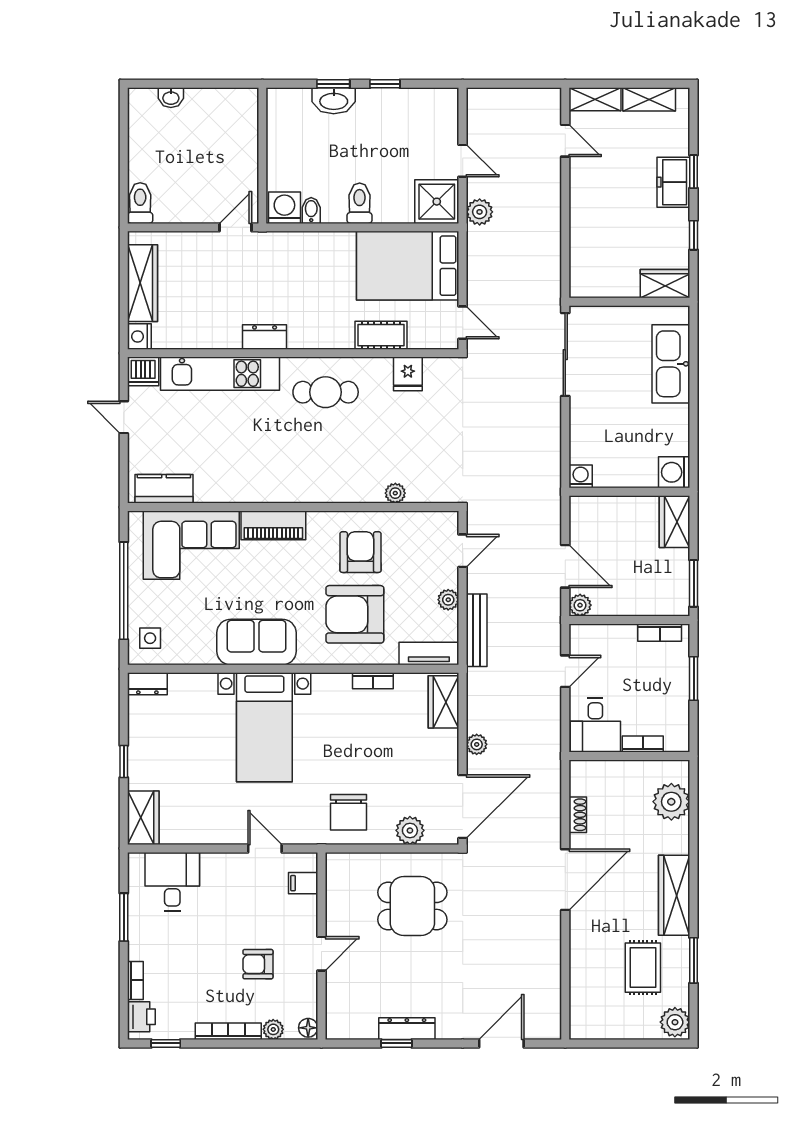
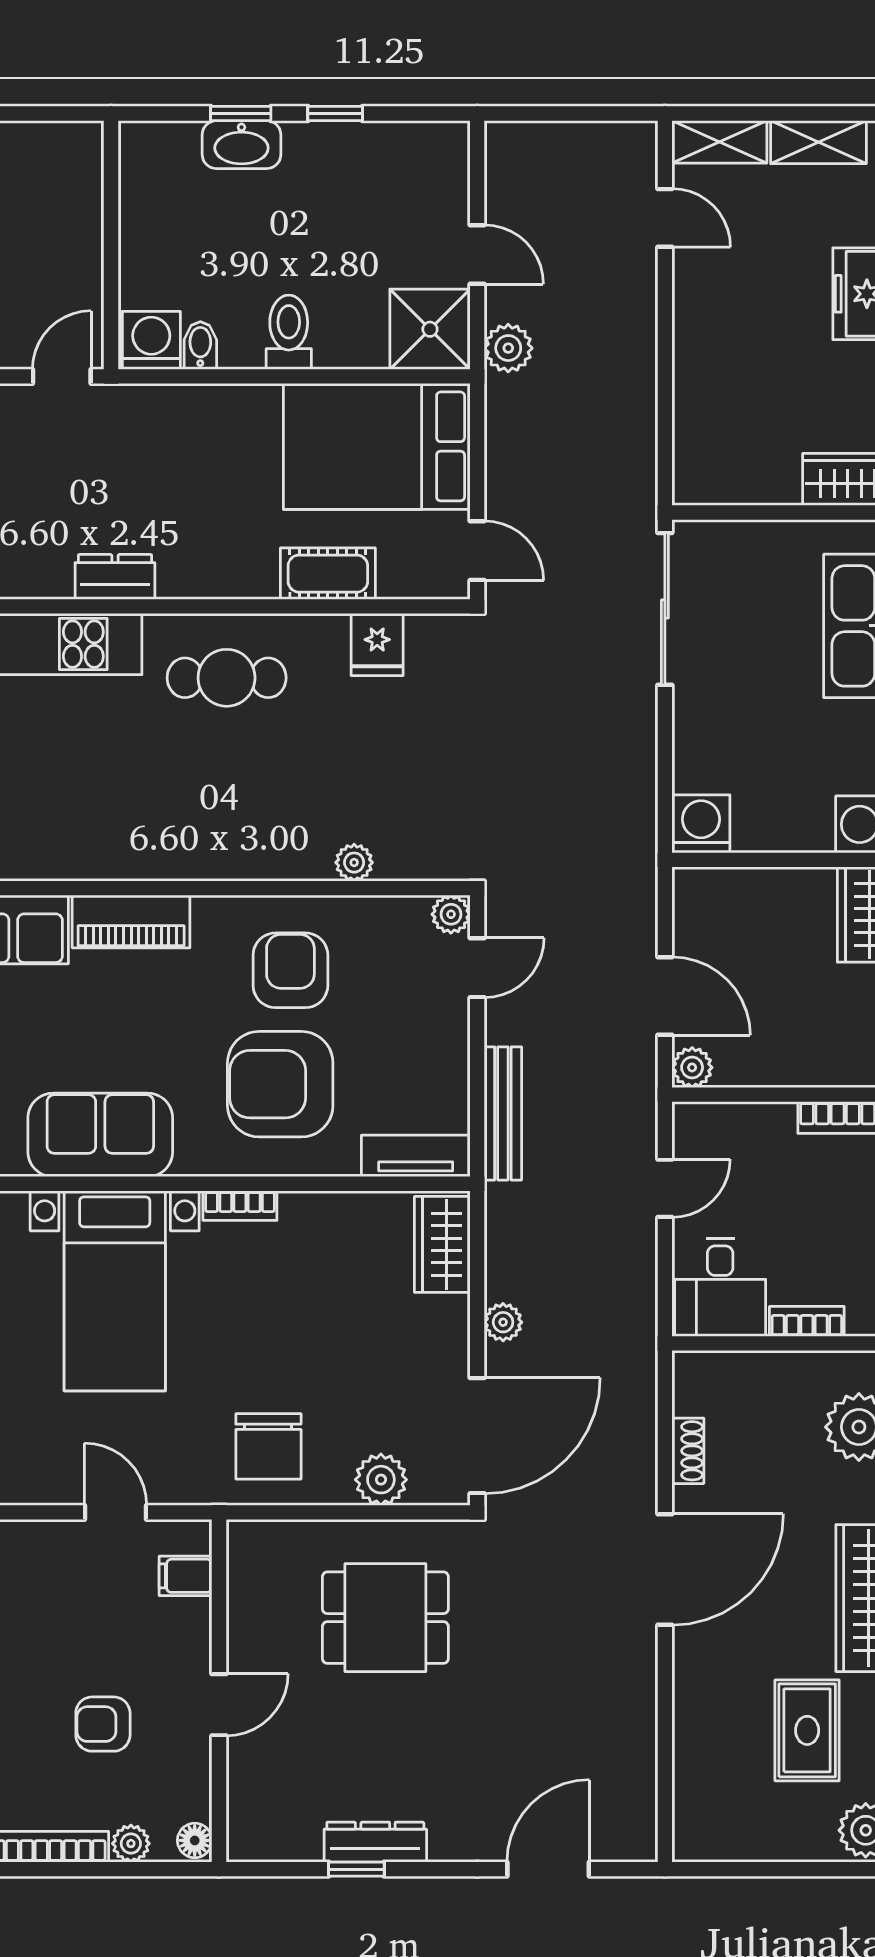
washing machine: (581, 476) -> (701, 824), width x1.38, depth x1.38
plant: (448, 600) -> (451, 914), moved
bookcase: (373, 681) -> (240, 1206), moved

